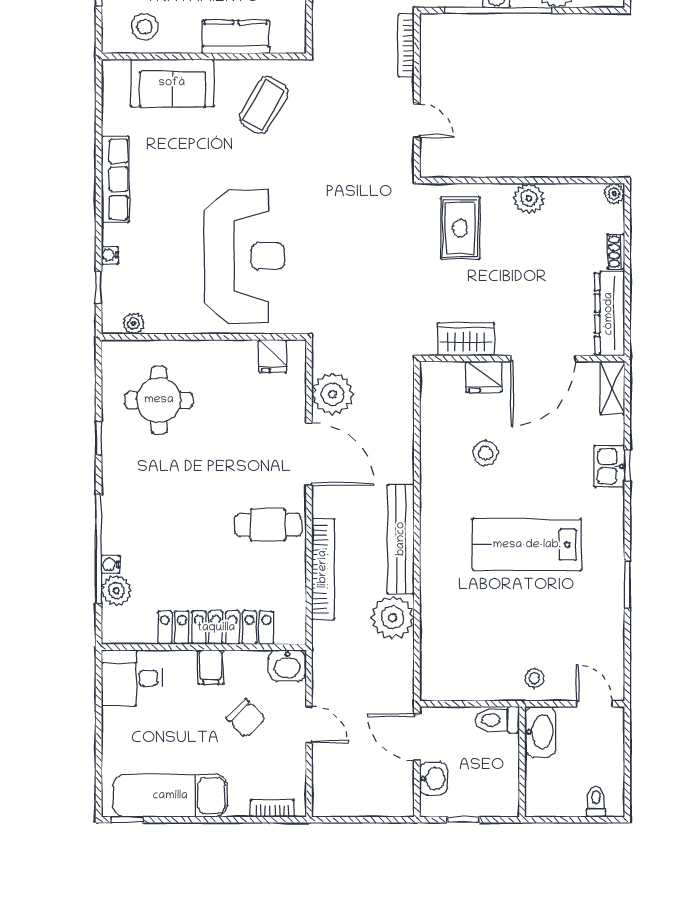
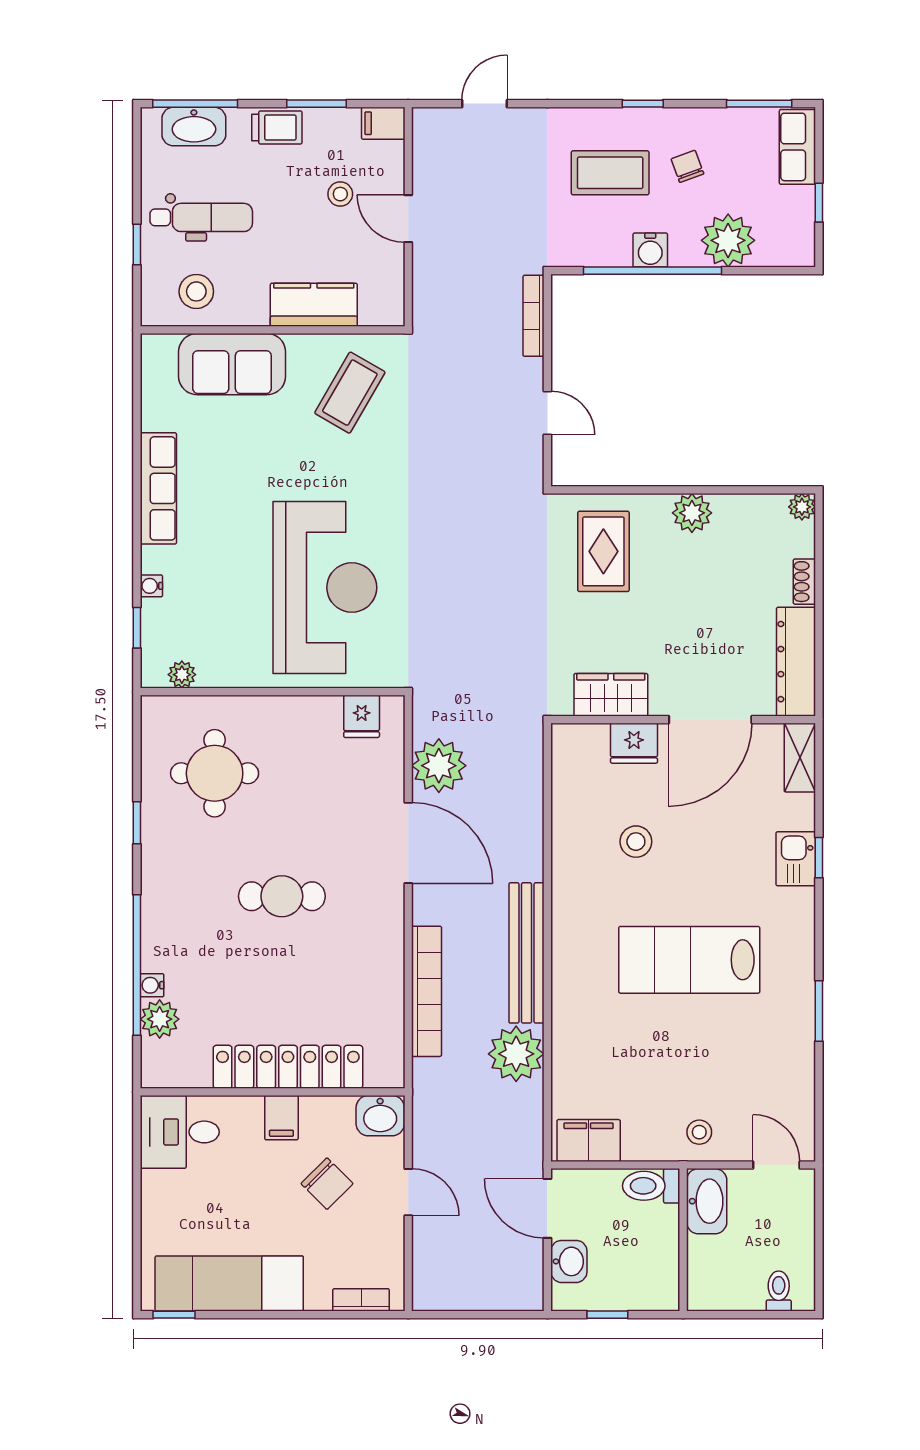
cafe table: (268, 525) -> (282, 896), moved
filing cabinet: (449, 685) -> (589, 1140), added

